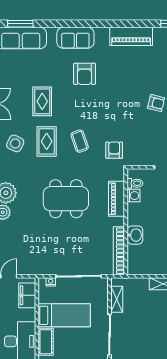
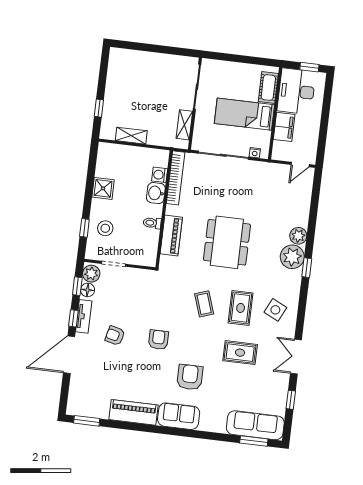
sofa: (75, 38) -> (179, 416), moved
rug: (42, 101) -> (240, 353), turned 90
armchair: (114, 150) -> (158, 340), moved, turned 180
toilet: (135, 183) -> (152, 223), moved
washing machine: (134, 196) -> (160, 175), moved
dining table: (66, 199) -> (227, 242), turned 90
filing cabinet: (27, 295) -> (284, 127), moved

